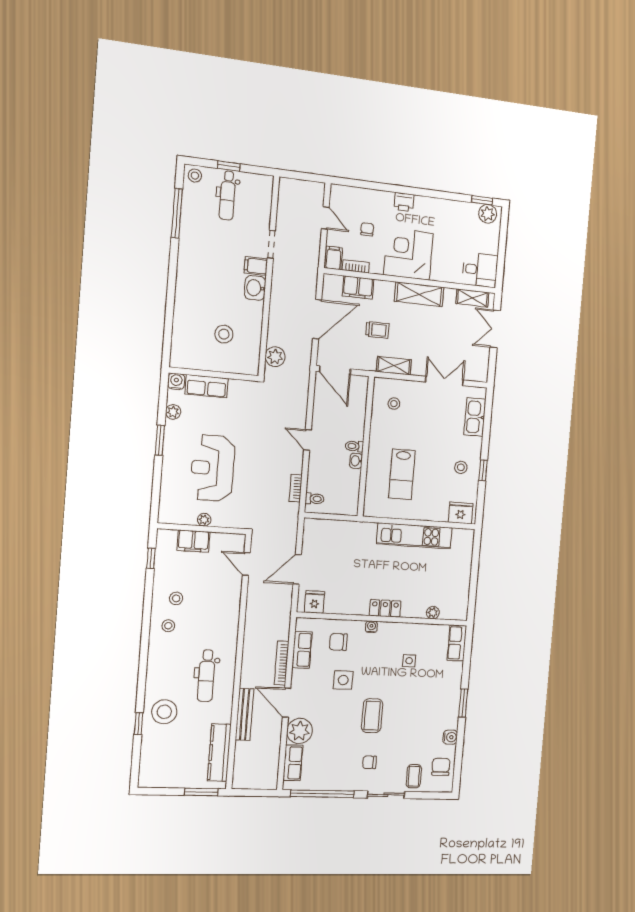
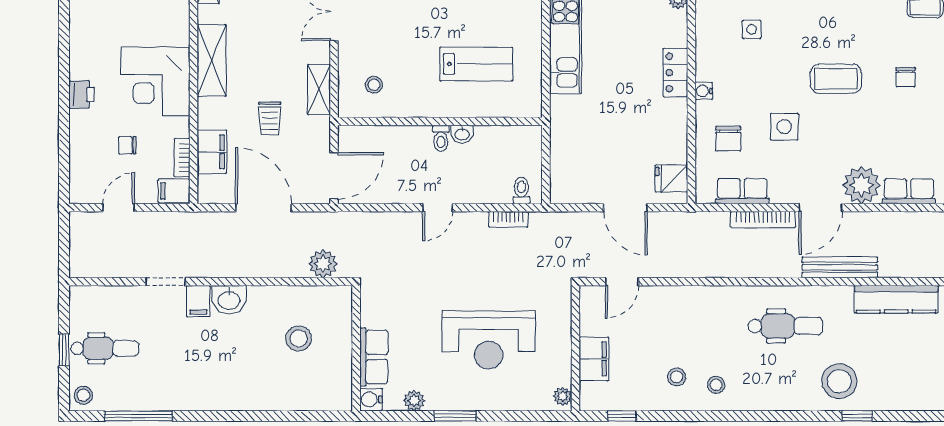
trolley: (377, 330) -> (270, 118), turned 180
plant: (204, 520) -> (563, 396), moved

